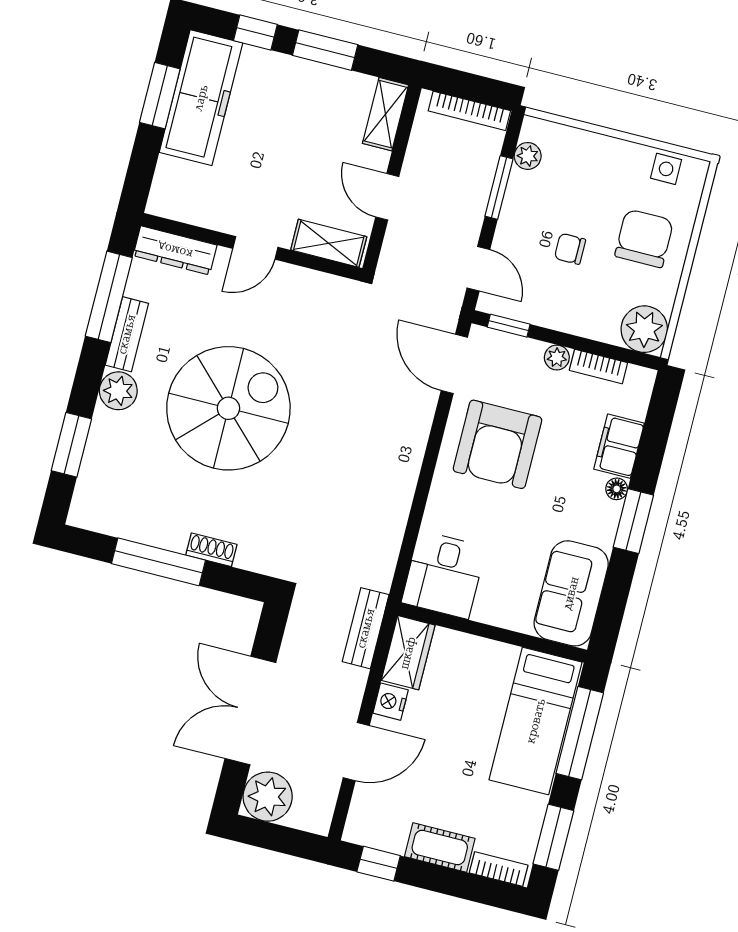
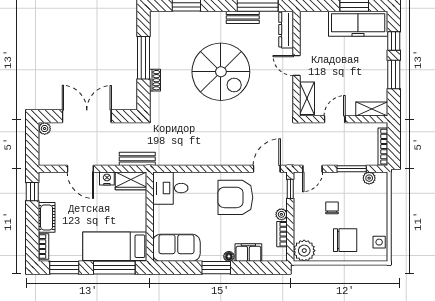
plant: (118, 391) -> (216, 20), removed
plant: (268, 797) -> (45, 129), width x0.53, depth x0.53

